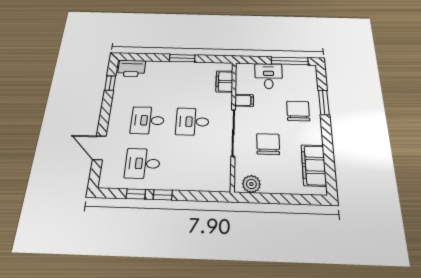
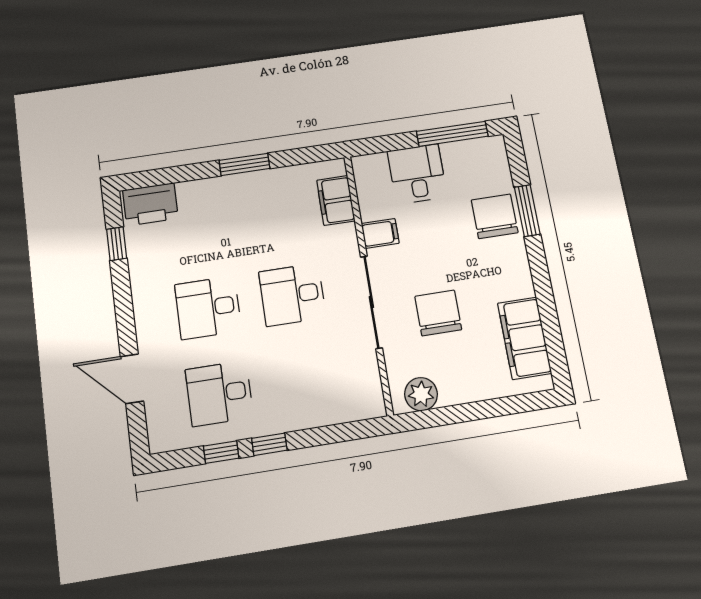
chair: (298, 111) -> (495, 216), moved

